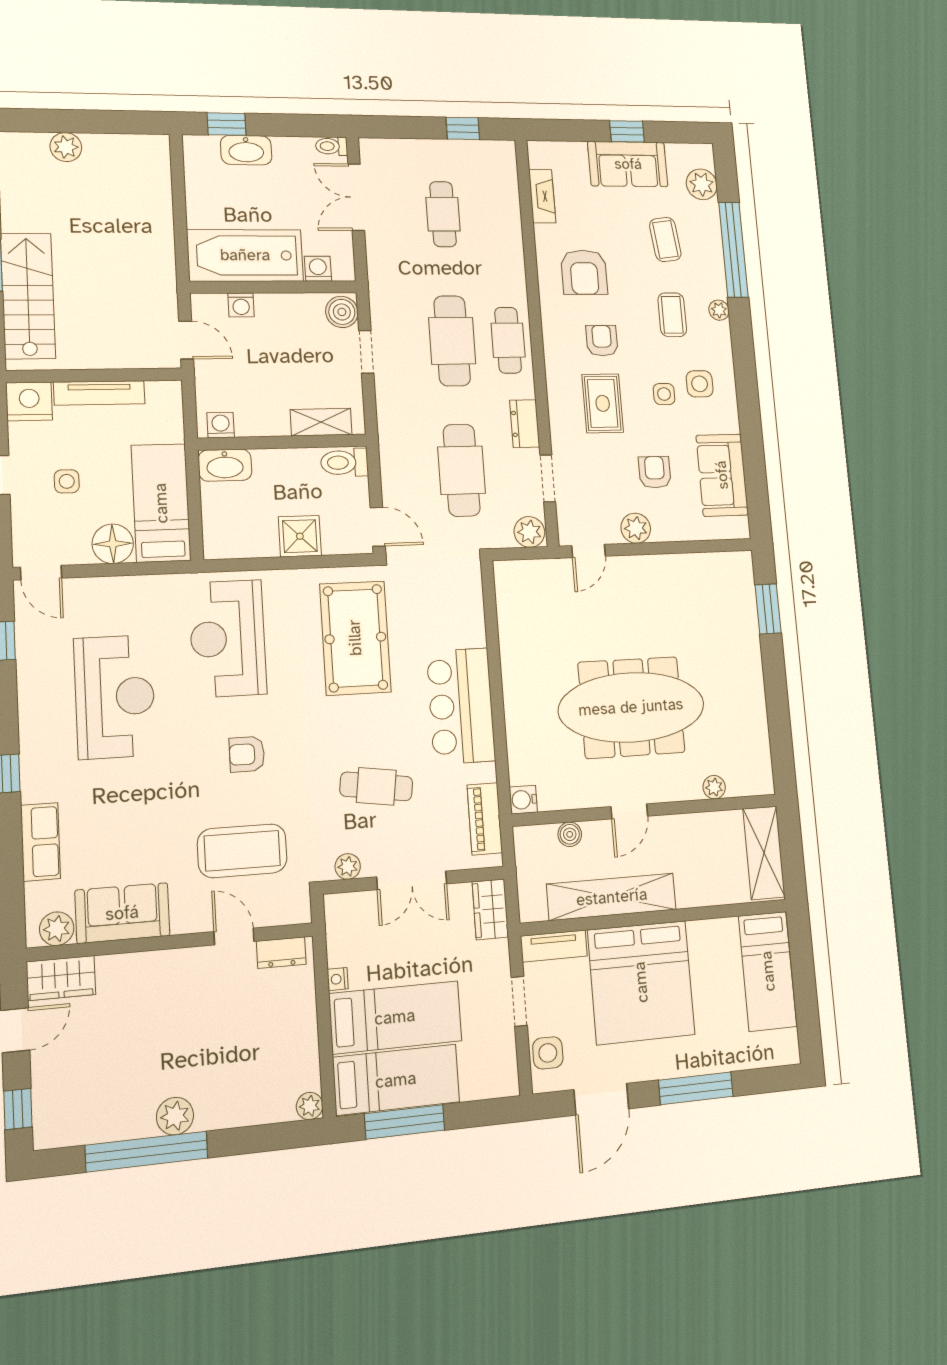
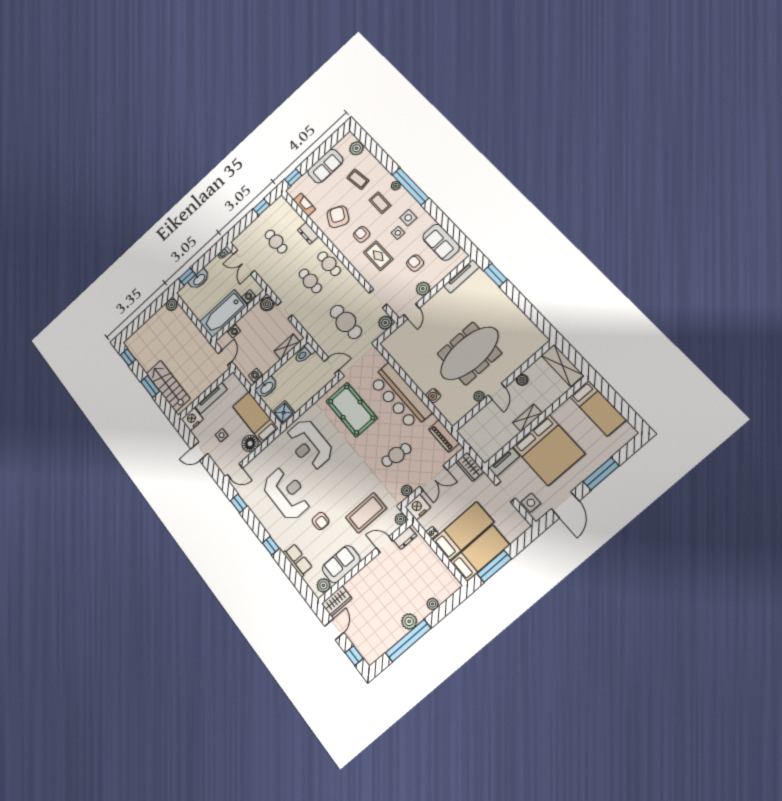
window: (627, 131) -> (293, 177), moved
plant: (66, 147) -> (172, 305), moved
window: (733, 250) -> (410, 186), moved
armchair: (584, 272) -> (338, 217), turned -153
door: (186, 340) -> (225, 358), hinge flipped
cafe table: (452, 341) -> (310, 281), width x0.73, depth x0.74
dresser: (525, 424) -> (308, 233), moved
shower: (300, 536) -> (284, 413), moved
tv unit: (713, 563) -> (462, 276), added
bar counter: (461, 706) -> (400, 396), width x1.36
armchair: (247, 754) -> (320, 521), moved, turned -90
plant: (714, 787) -> (479, 396), moved
water cooler: (523, 800) -> (433, 396), moved
boiler: (570, 834) -> (522, 380), moved
shelving: (612, 897) -> (527, 418), width x0.45, depth x0.75
plant: (298, 911) -> (401, 519), added
nightstand: (346, 912) -> (418, 507), added
plant: (310, 1106) -> (433, 604), moved

